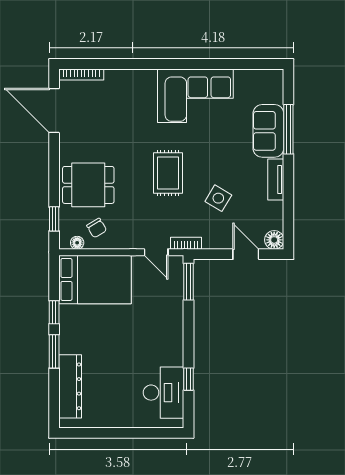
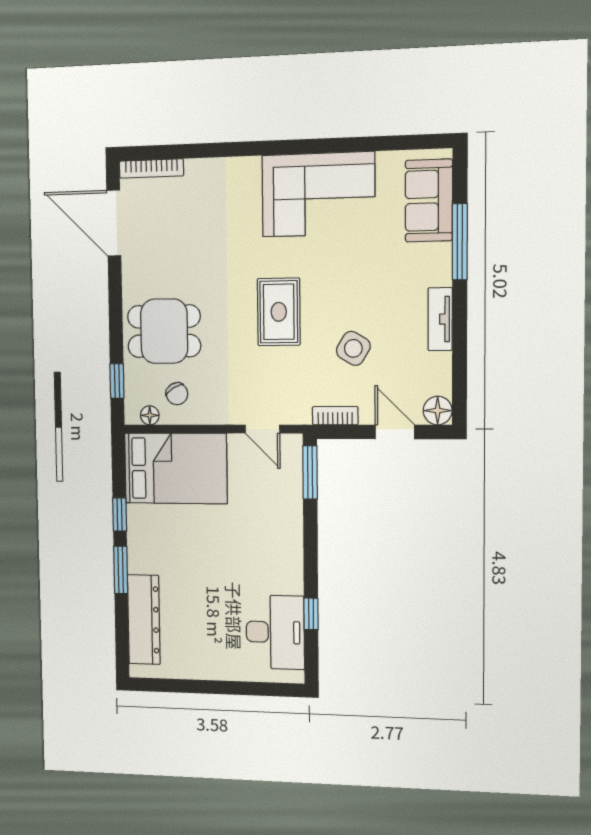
sofa: (268, 131) -> (429, 201), moved
bookcase: (186, 243) -> (335, 416), moved

